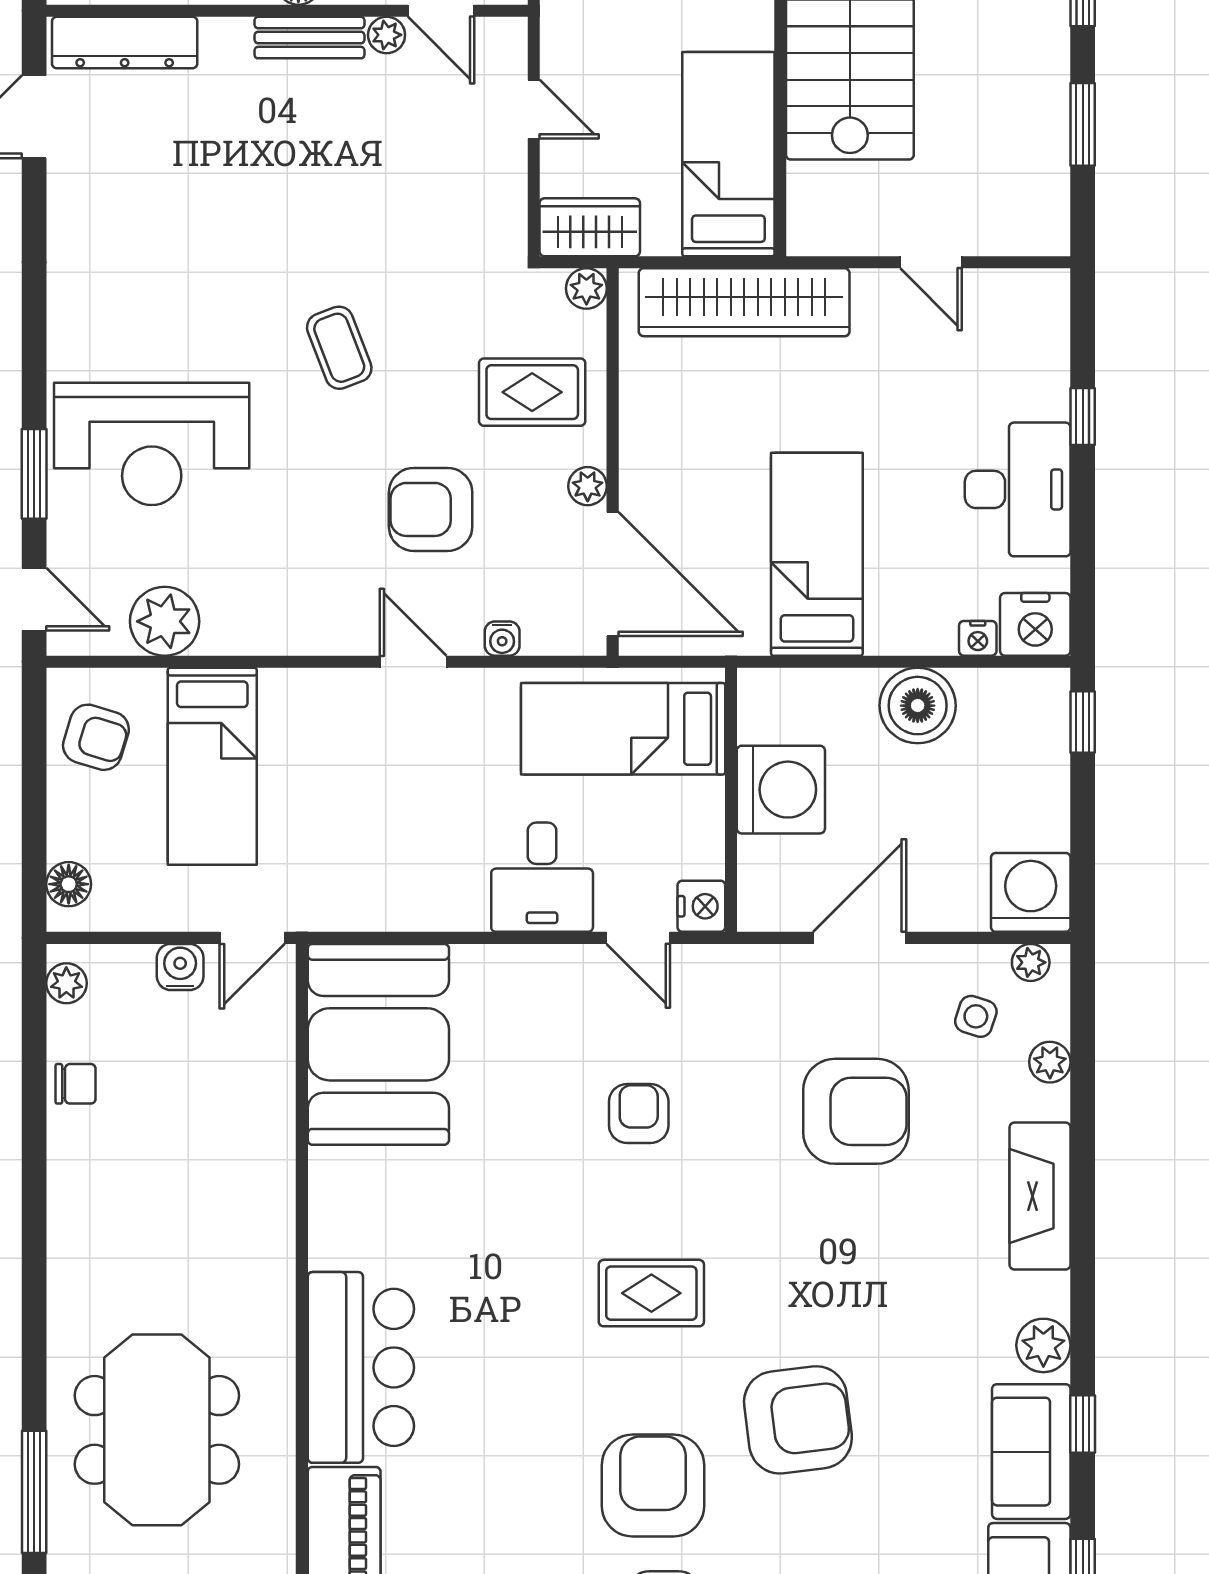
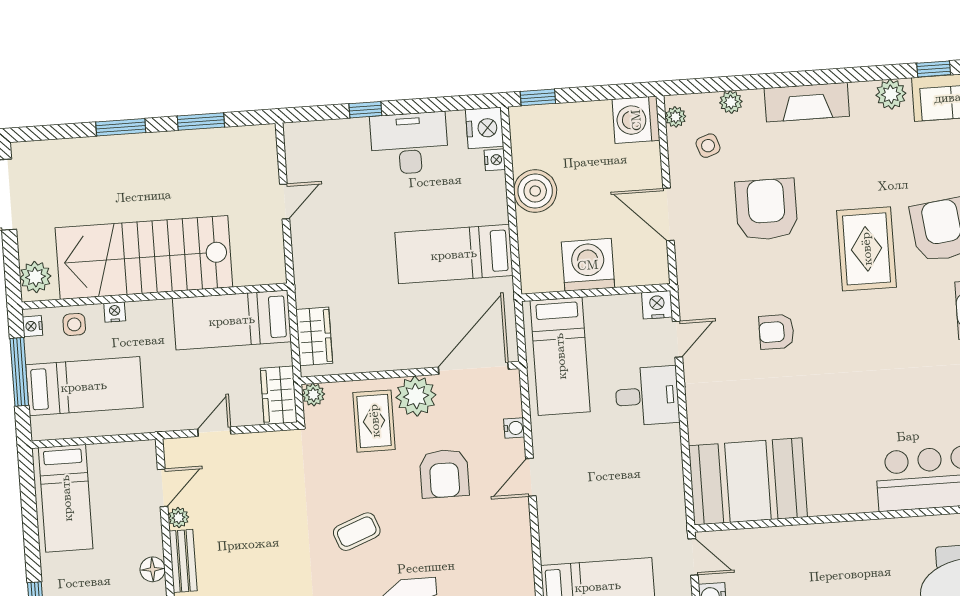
wardrobe: (744, 302) -> (314, 336), width x0.48, depth x0.85
plant: (588, 486) -> (416, 396), width x1.88, depth x1.88
side table: (976, 1016) -> (708, 146), turned -37
rug: (651, 1293) -> (866, 249), moved, width x1.36, depth x1.43

